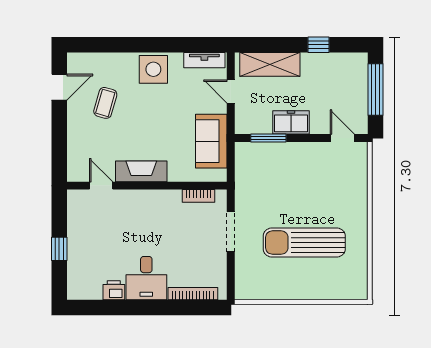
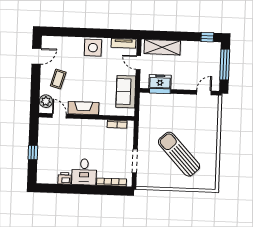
window: (319, 45) -> (207, 37), moved
coffee table: (105, 103) -> (58, 79), moved
freezer: (291, 122) -> (160, 82), moved
door: (342, 138) -> (204, 93), hinge flipped
plant: (78, 162) -> (46, 101), added
doorway: (231, 232) -> (135, 161), moved
sun lounger: (304, 243) -> (179, 154), turned 47

